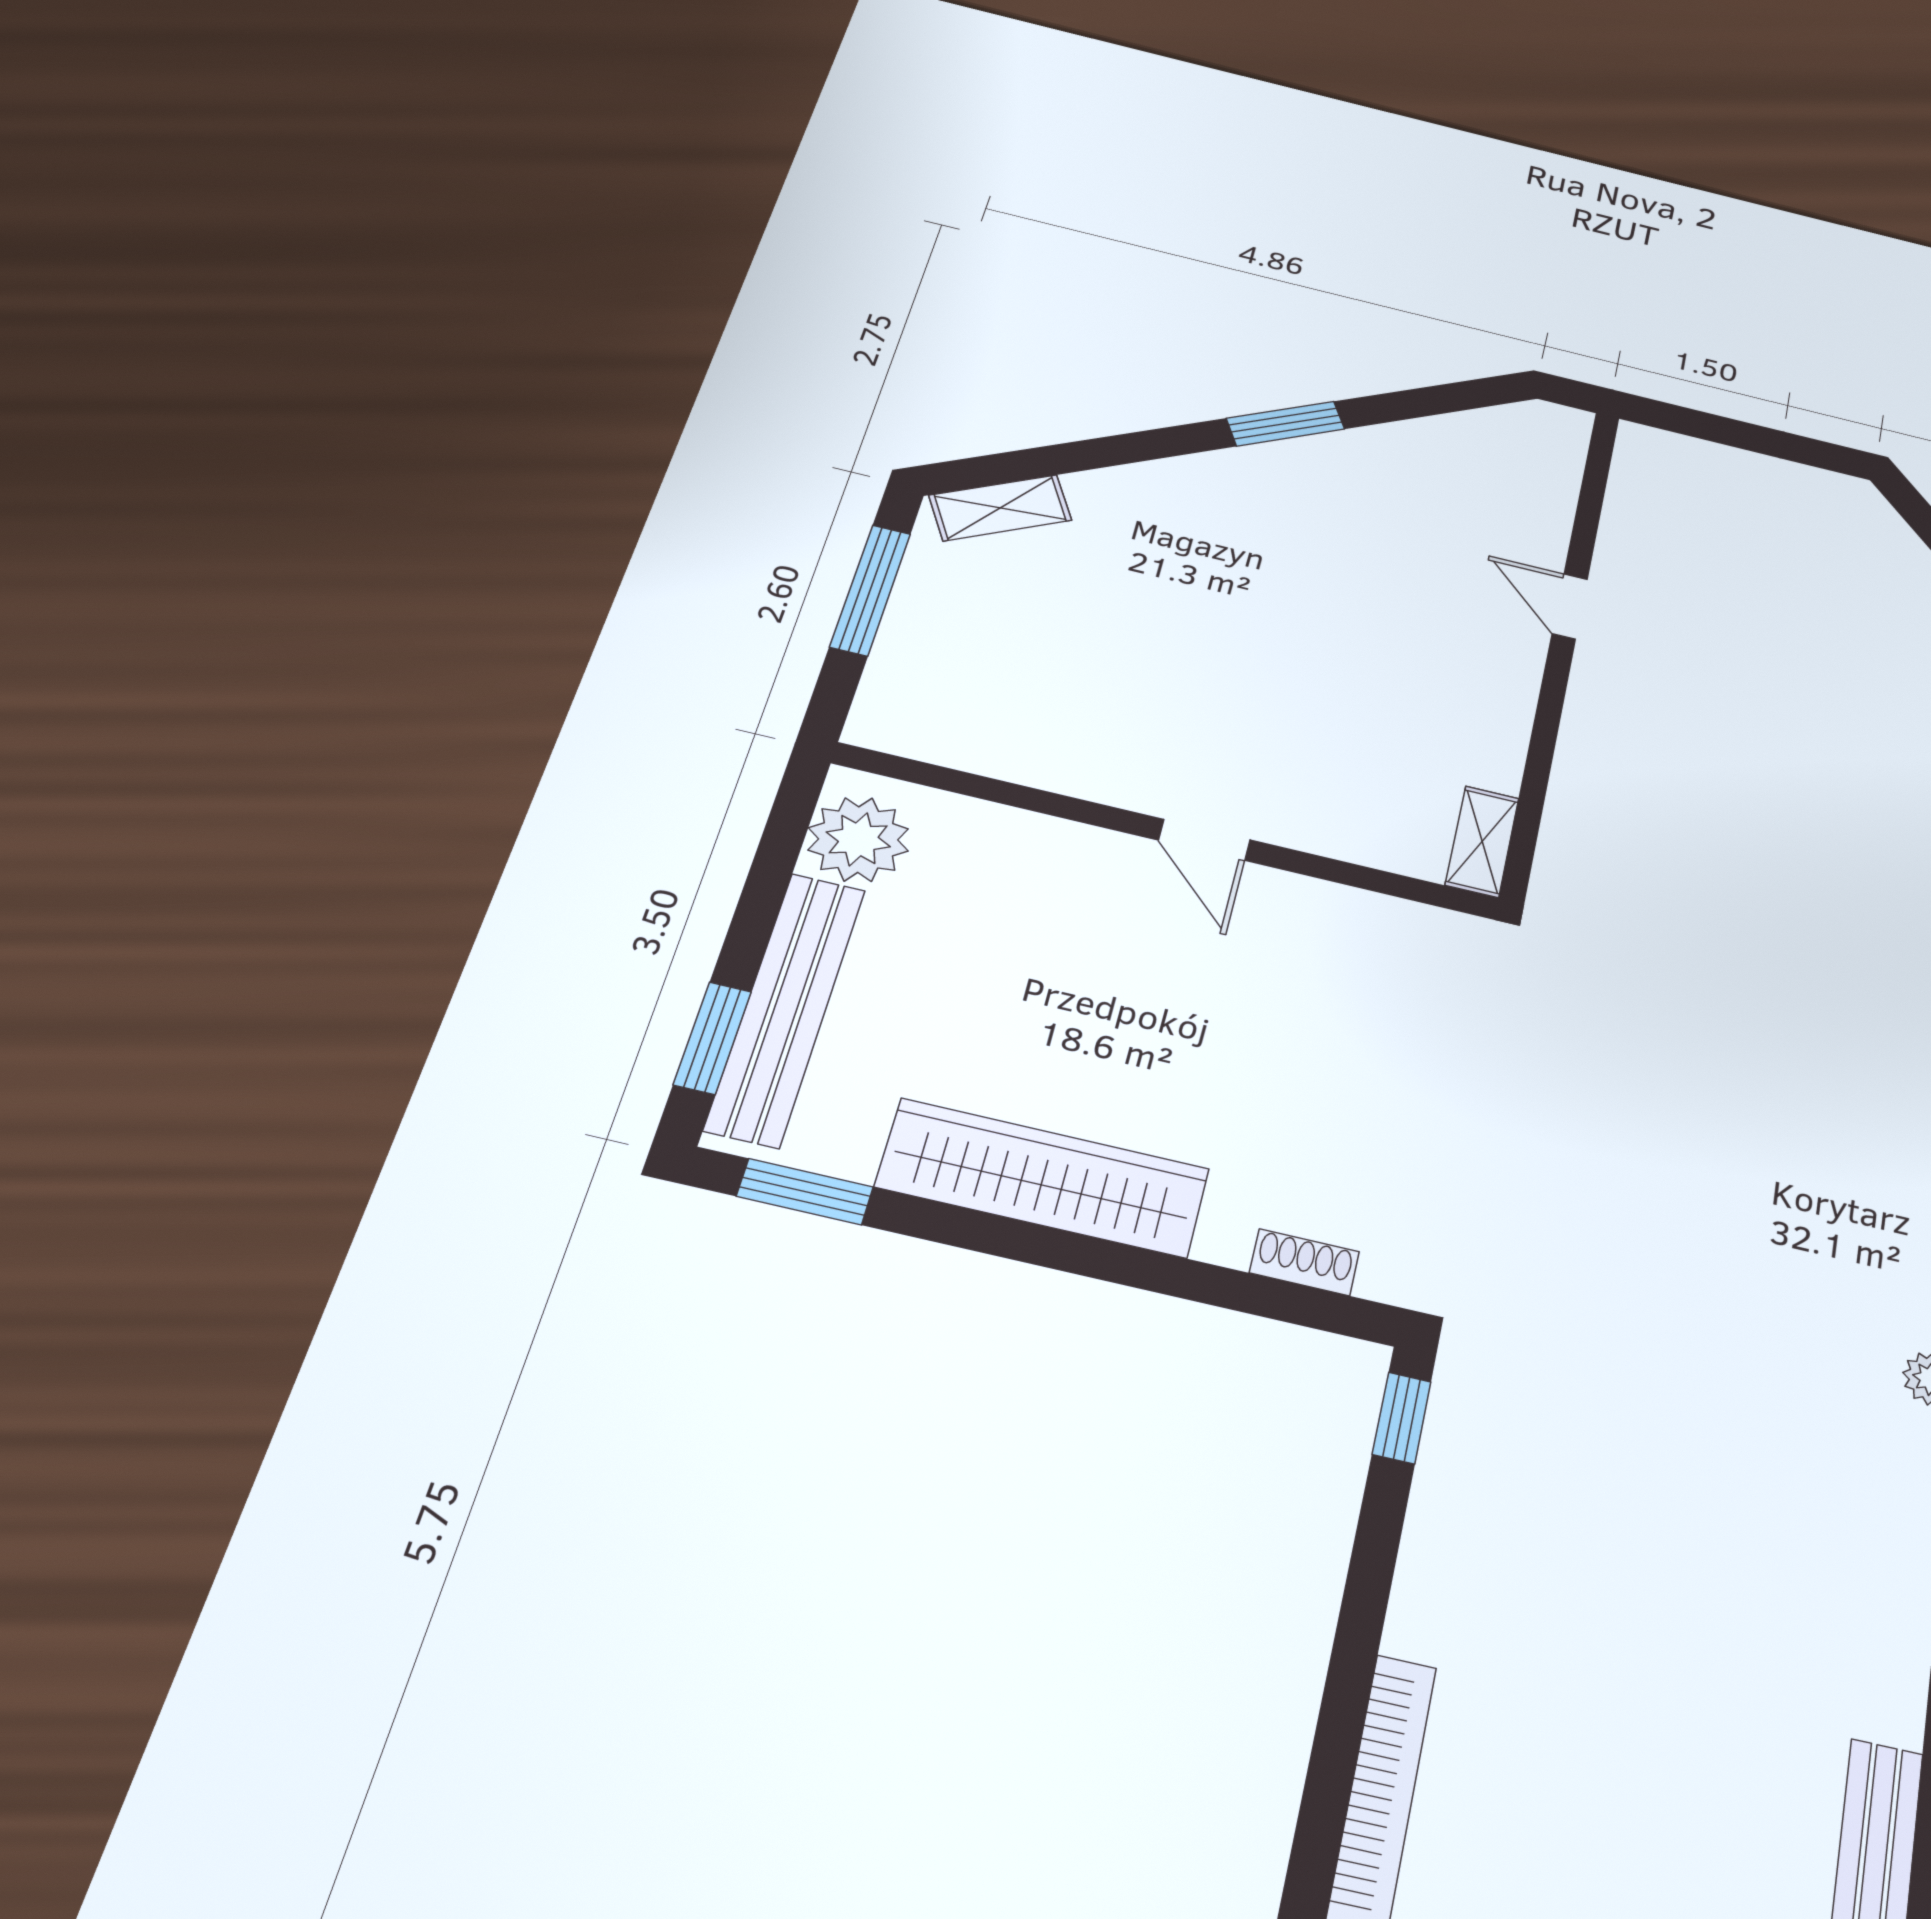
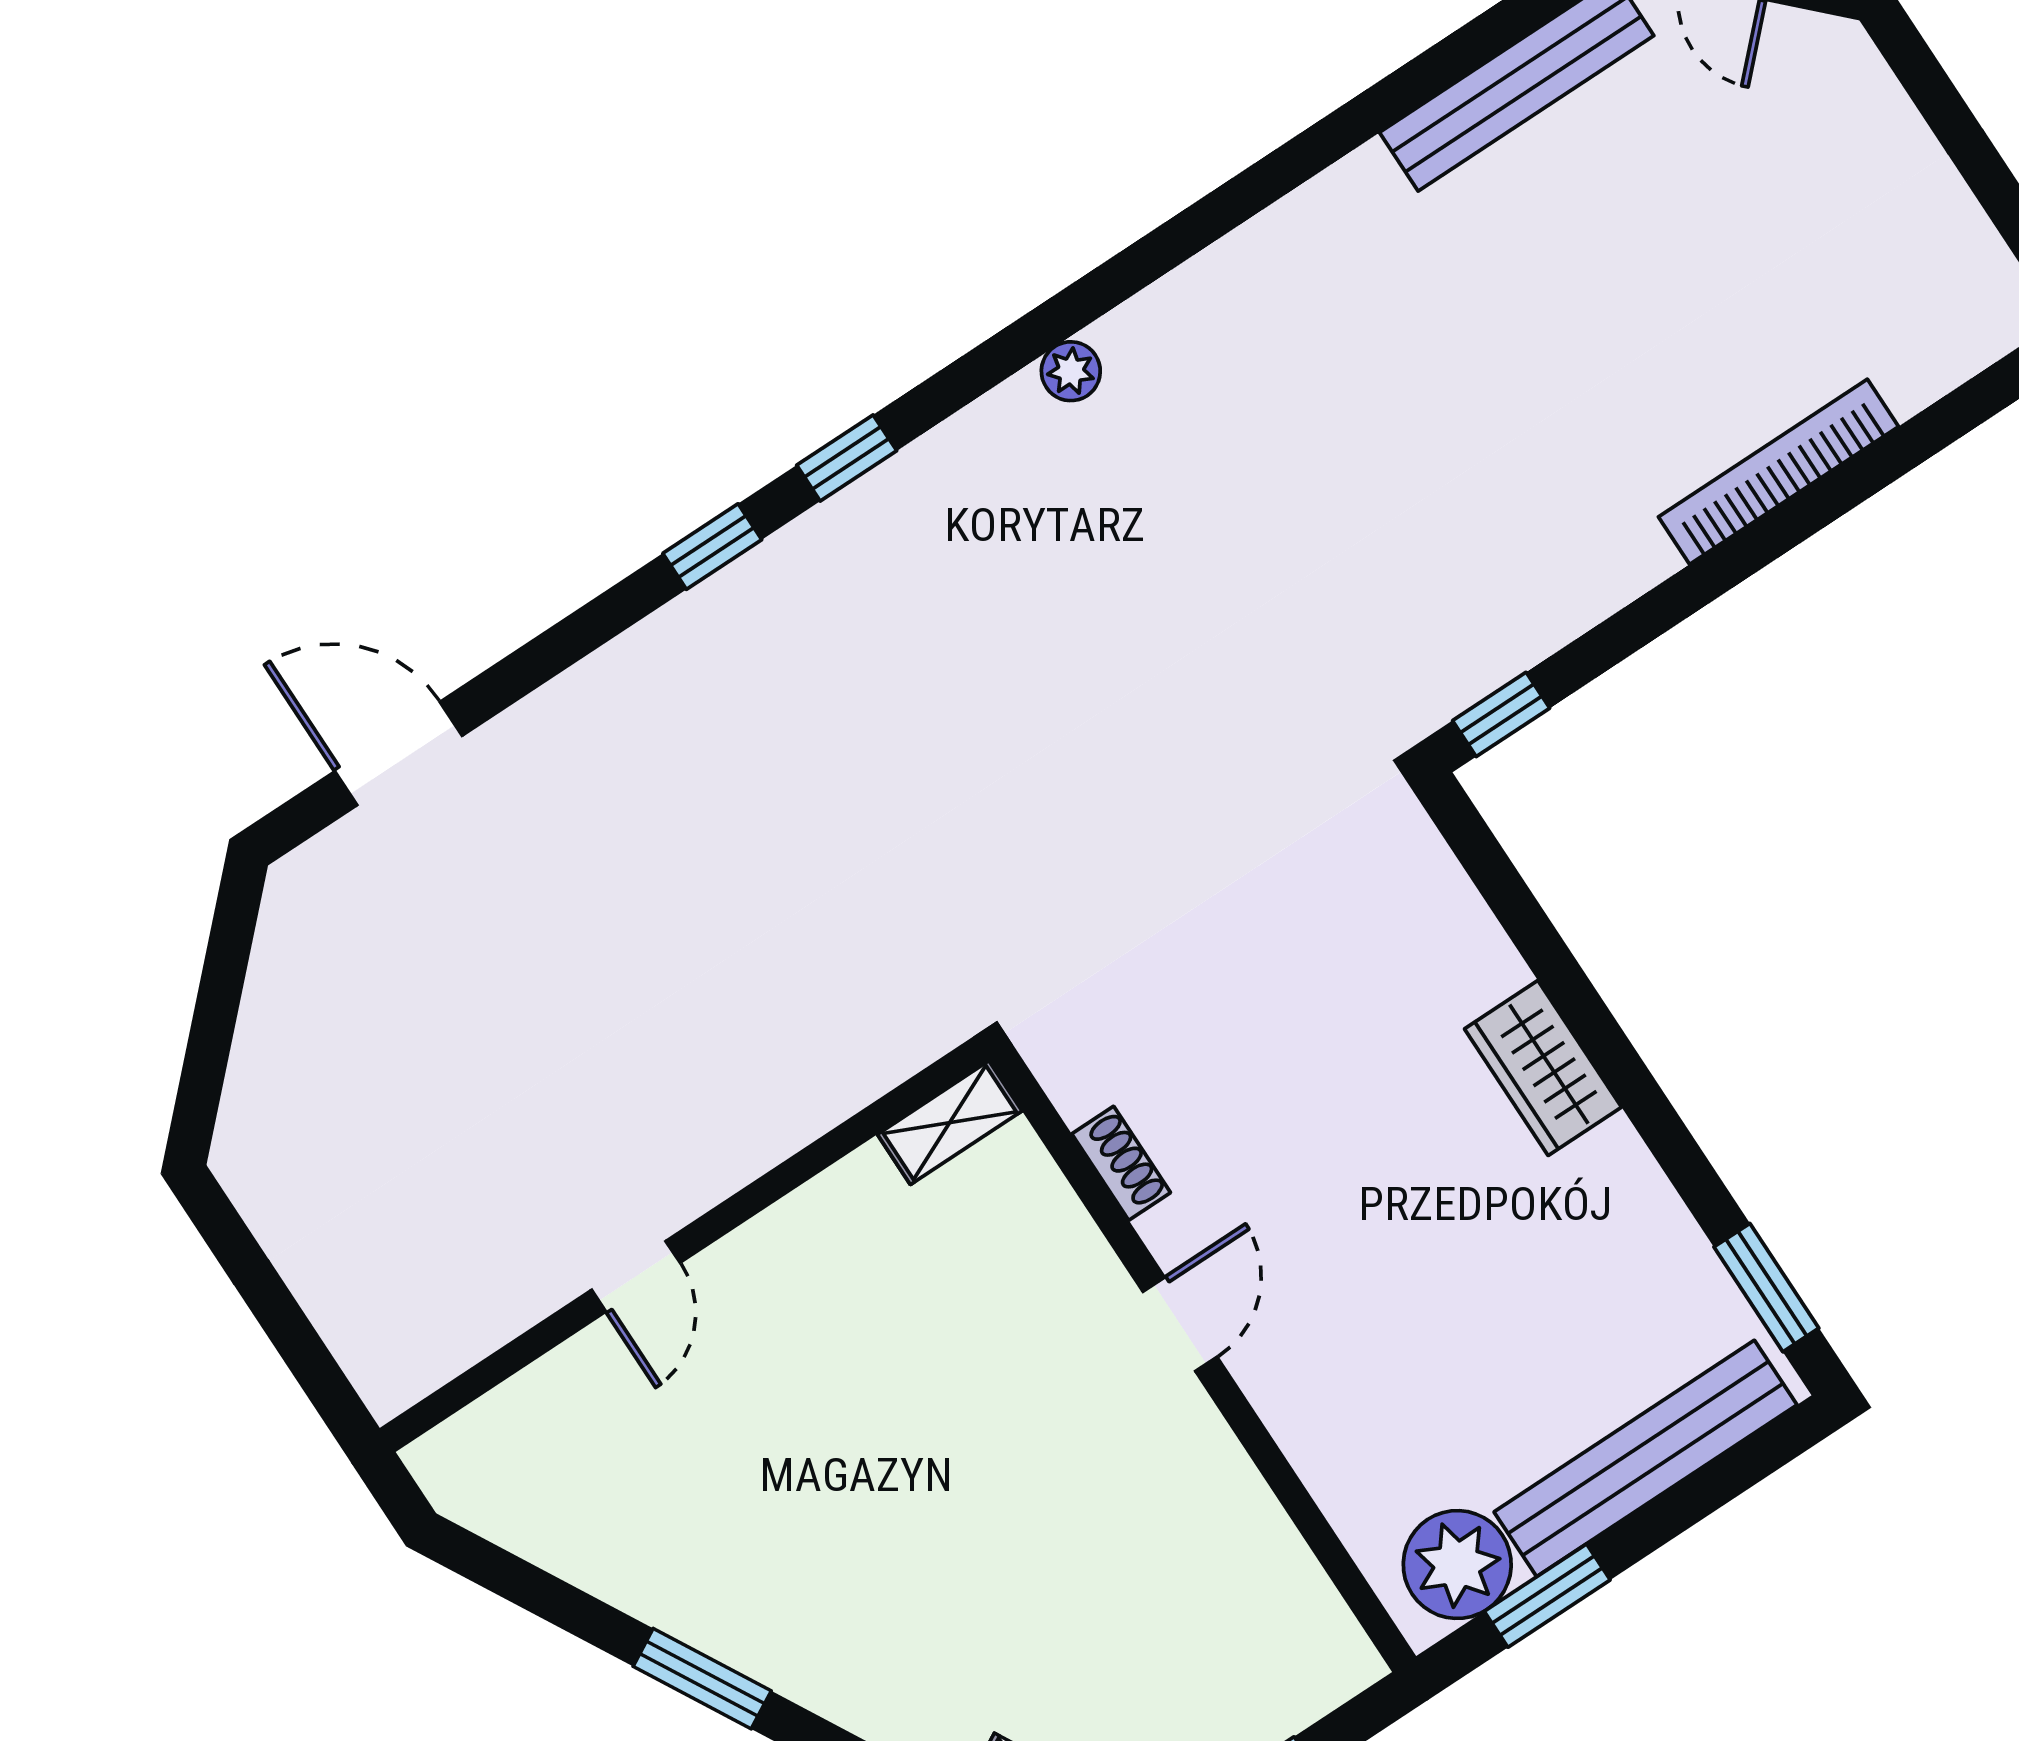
window: (712, 1038) -> (1547, 1596), moved
wardrobe: (1043, 1178) -> (1543, 1068), width x0.48, depth x0.85
shoe rack: (1304, 1262) -> (1121, 1163), moved, turned 180

